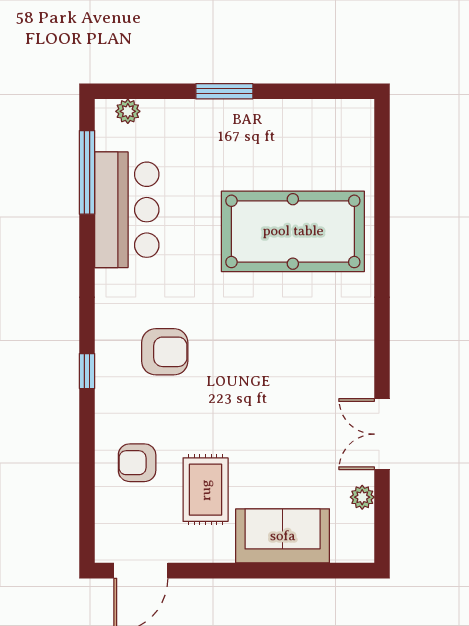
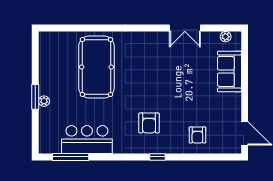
plant: (128, 111) -> (44, 101), moved
armchair: (165, 352) -> (149, 123), turned 180
rug: (206, 490) -> (209, 105), removed
plant: (362, 497) -> (226, 37), moved

